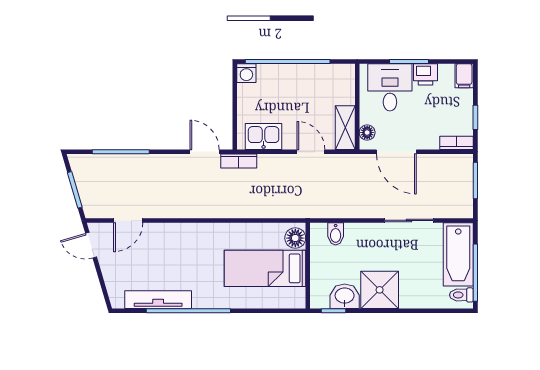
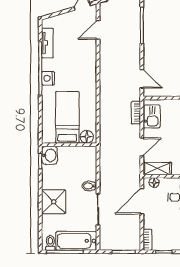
door: (205, 152) -> (142, 79), hinge flipped
bookcase: (239, 161) -> (136, 113), moved
door: (128, 220) -> (98, 30), hinge flipped
bidet: (336, 234) -> (89, 186), moved
shower: (380, 290) -> (54, 202), moved
washbasin: (345, 296) -> (49, 155), moved
nightstand: (204, 299) -> (48, 78), added
tv unit: (158, 300) -> (47, 43), width x0.71

